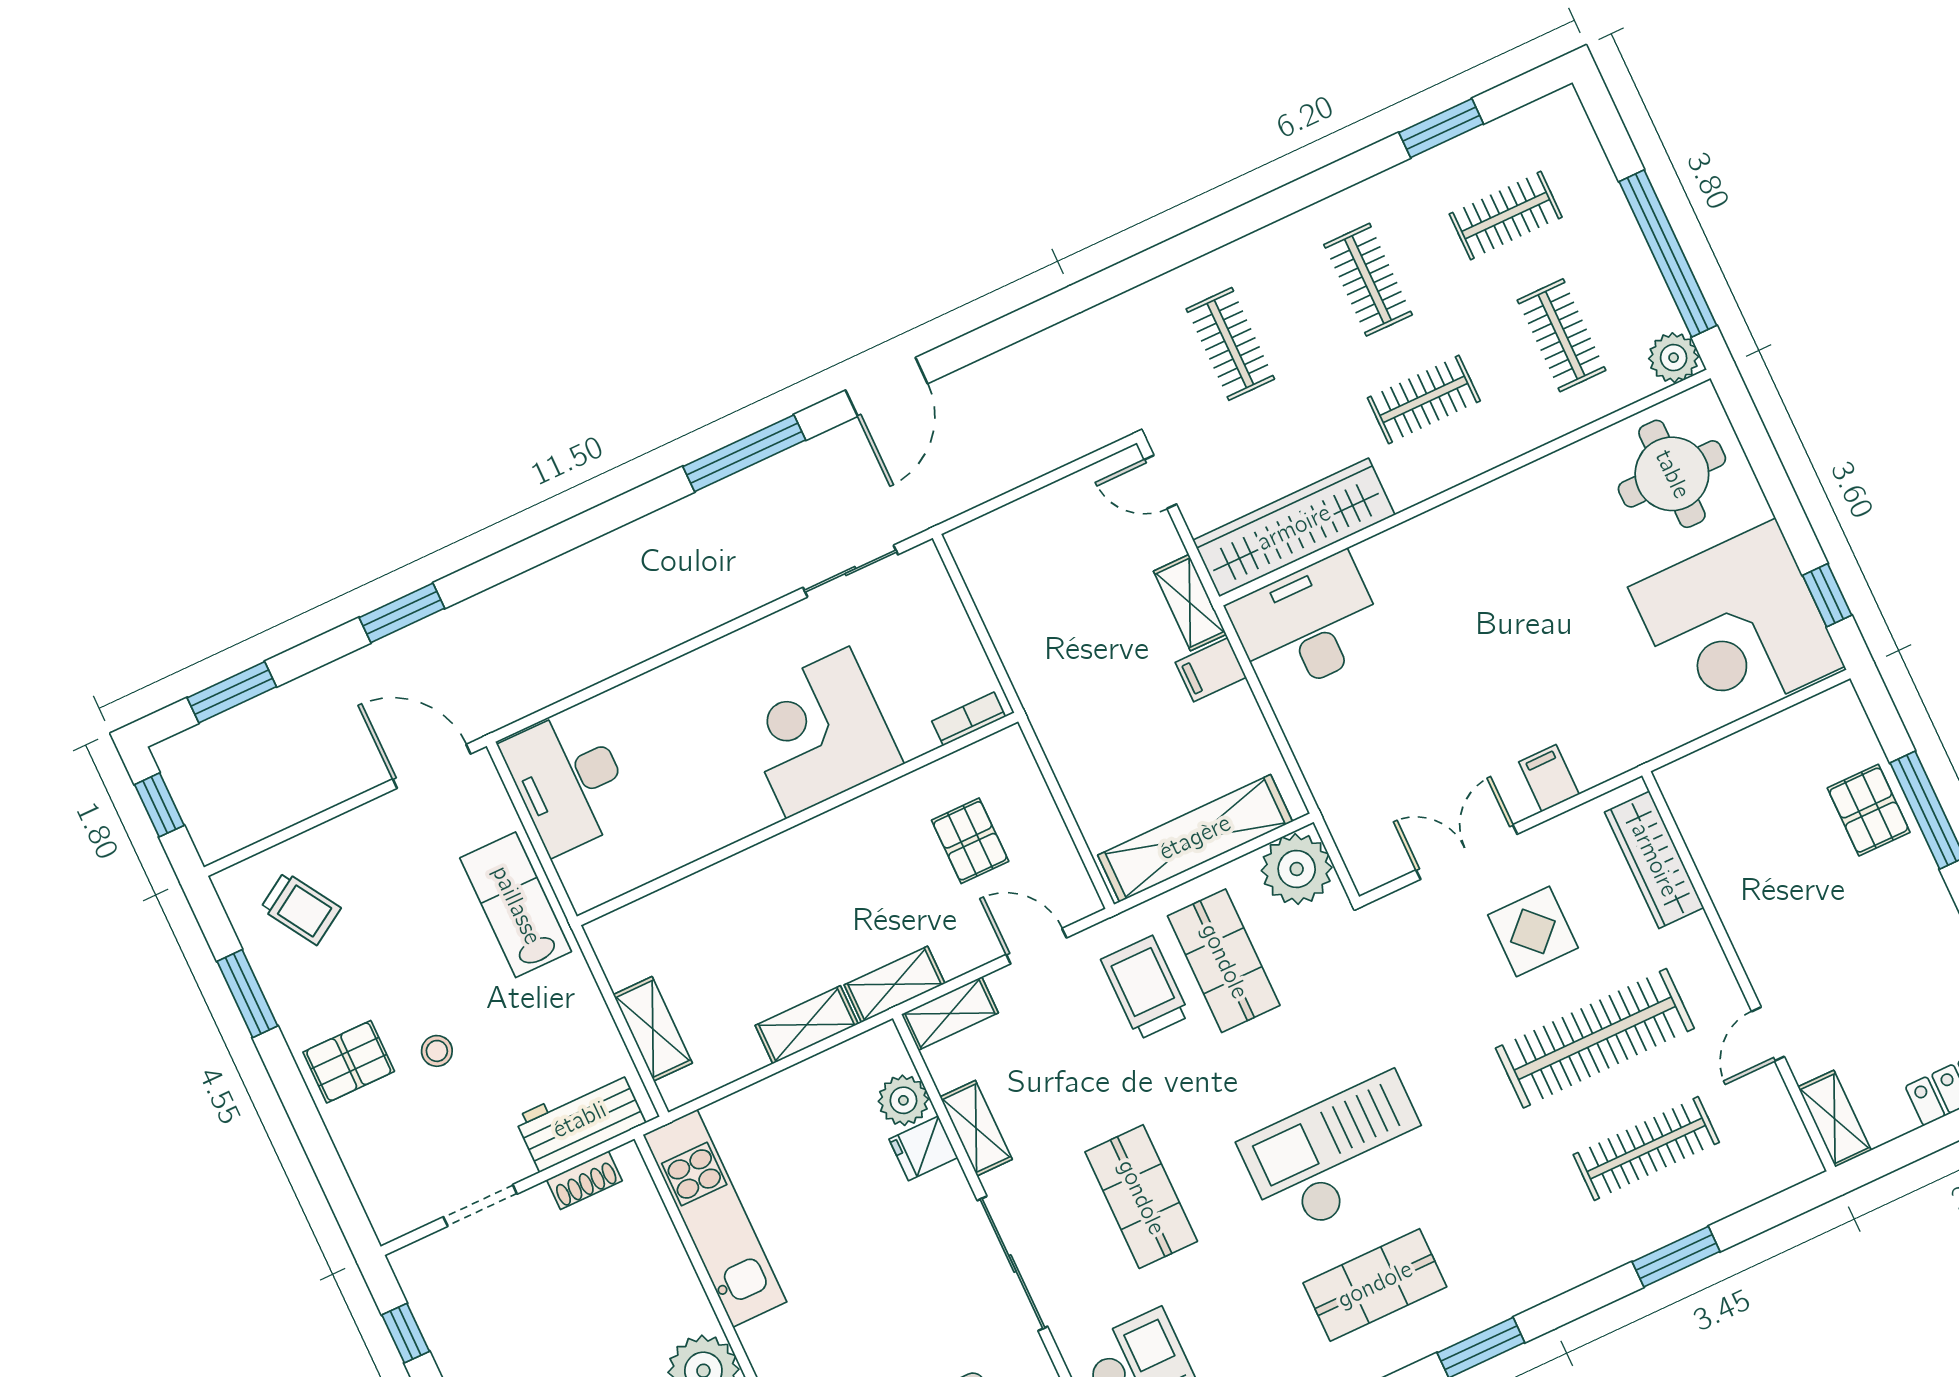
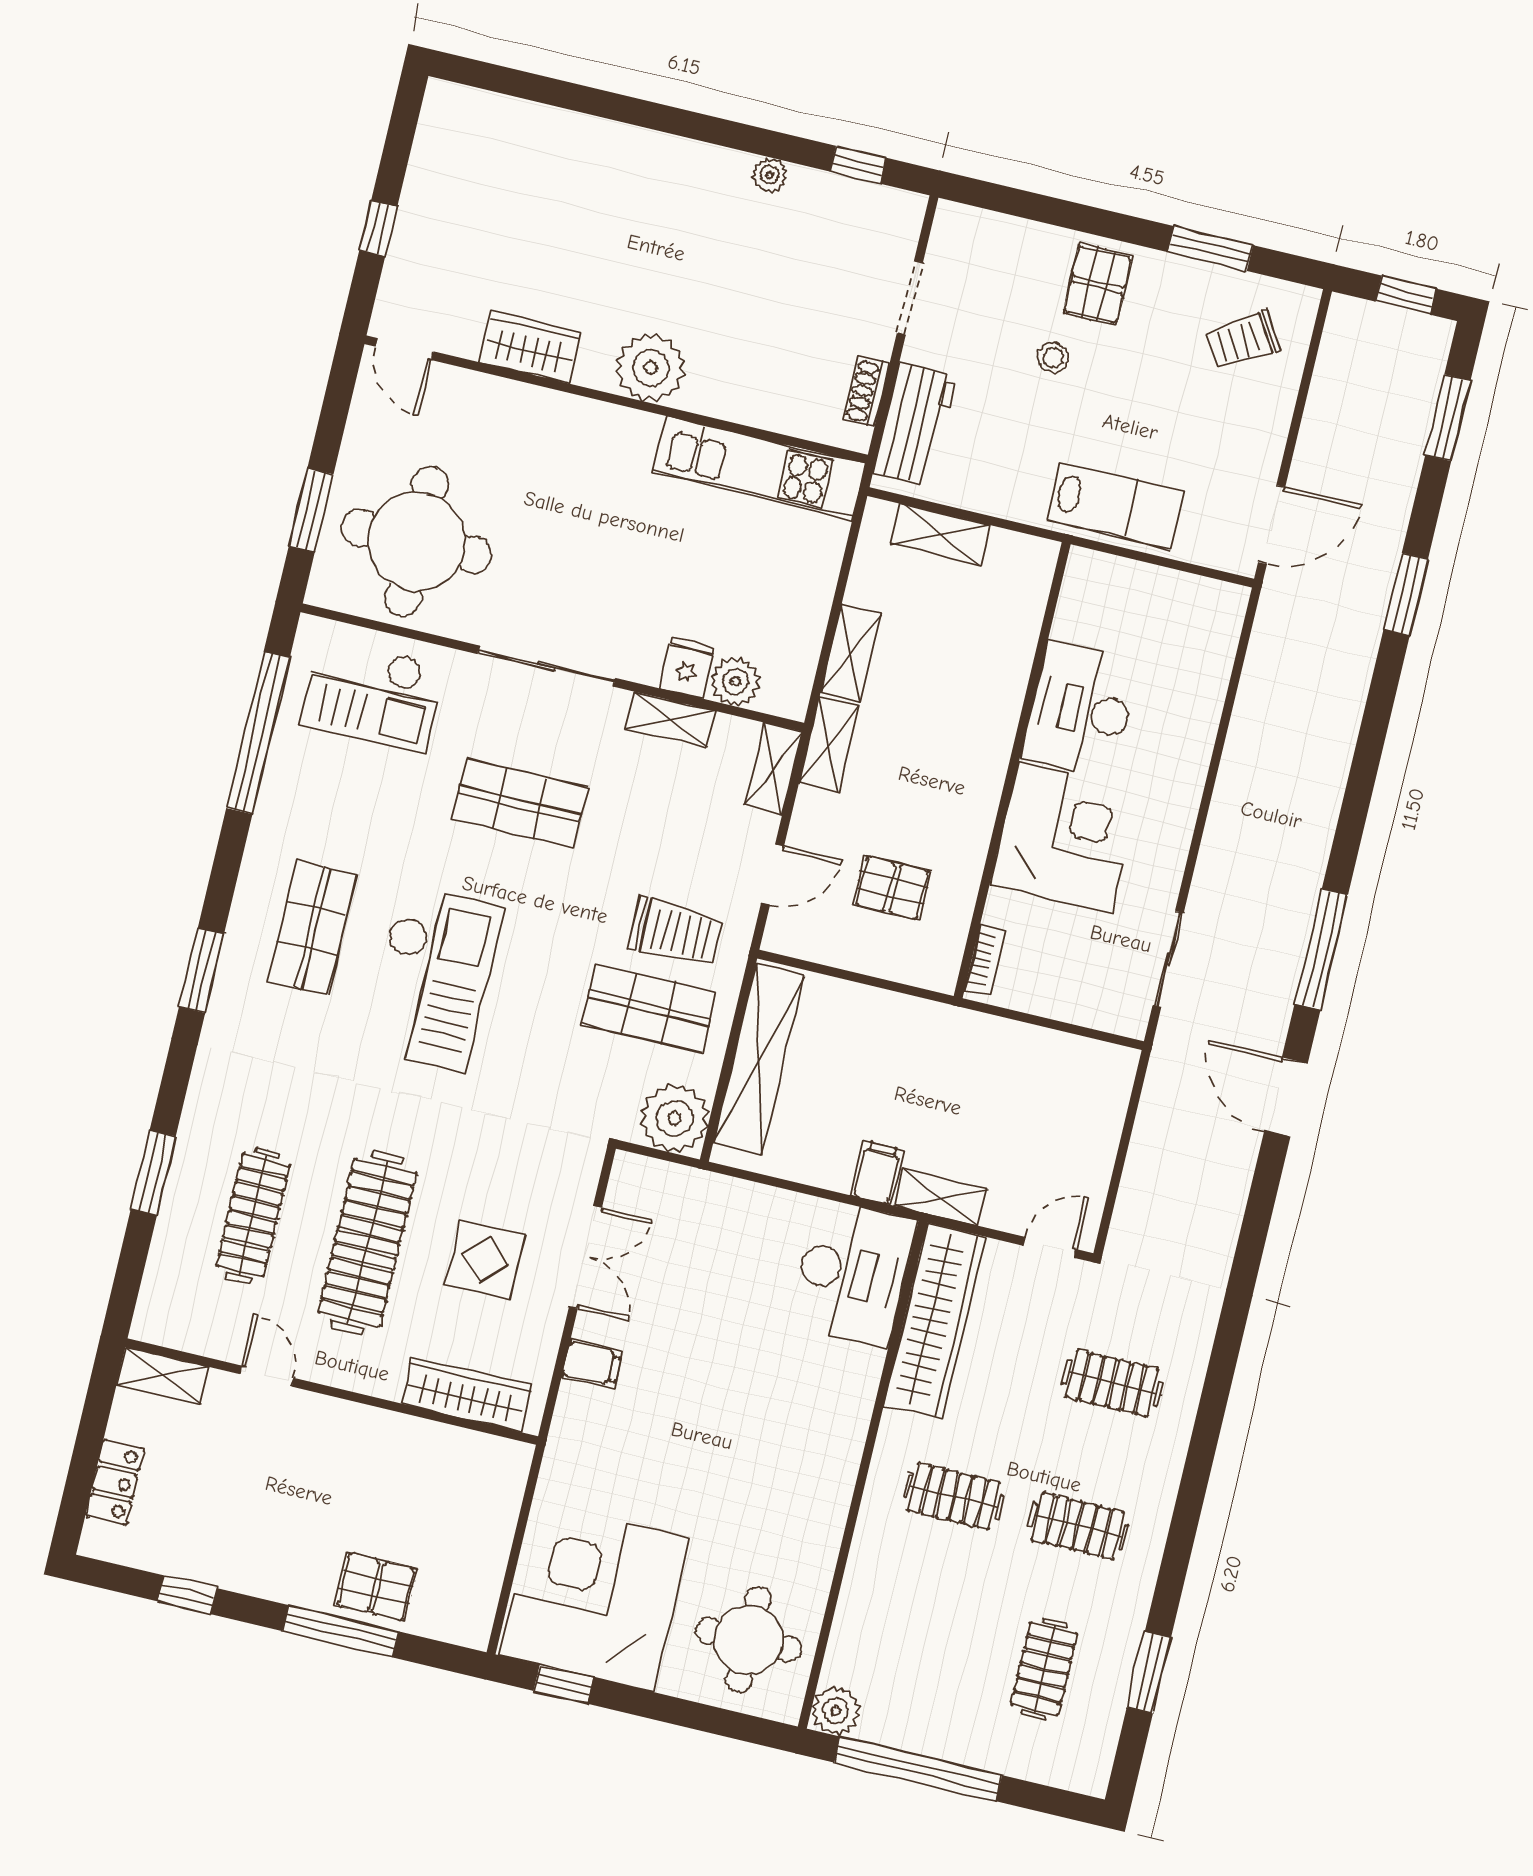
clothes rail: (1561, 335) -> (920, 1639), removed
clothes rail: (1424, 399) -> (954, 1496), turned 90
desk: (568, 781) -> (1081, 710), moved, turned -90

